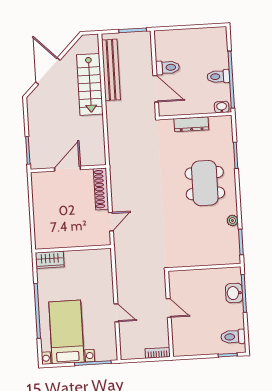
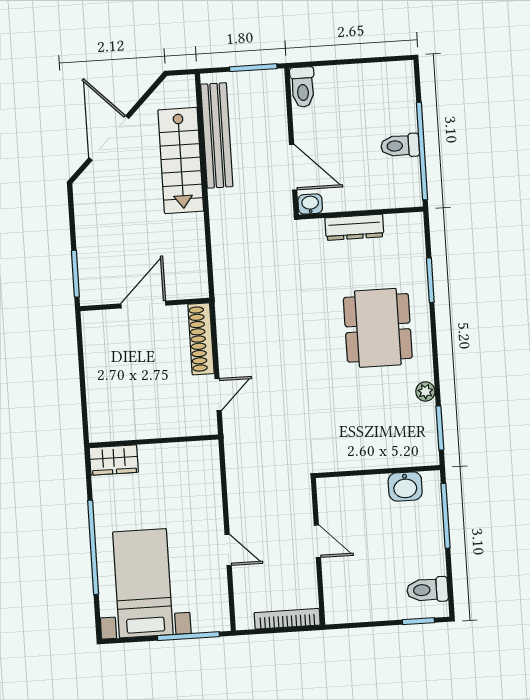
toilet: (168, 68) -> (303, 87), moved, turned 90
washbasin: (222, 107) -> (310, 204), moved
washbasin: (234, 293) -> (405, 486), moved, turned -90
bookcase: (158, 353) -> (287, 619), width x1.56

